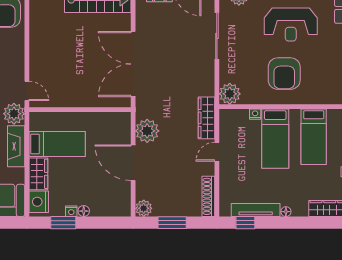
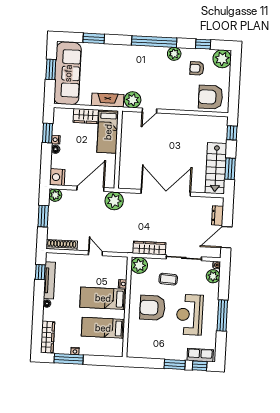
coffee table: (246, 55) -> (168, 279), added
wall: (80, 110) -> (118, 150), moved
wardrobe: (206, 118) -> (149, 248), moved
nightstand: (39, 202) -> (57, 177), moved, turned -90

